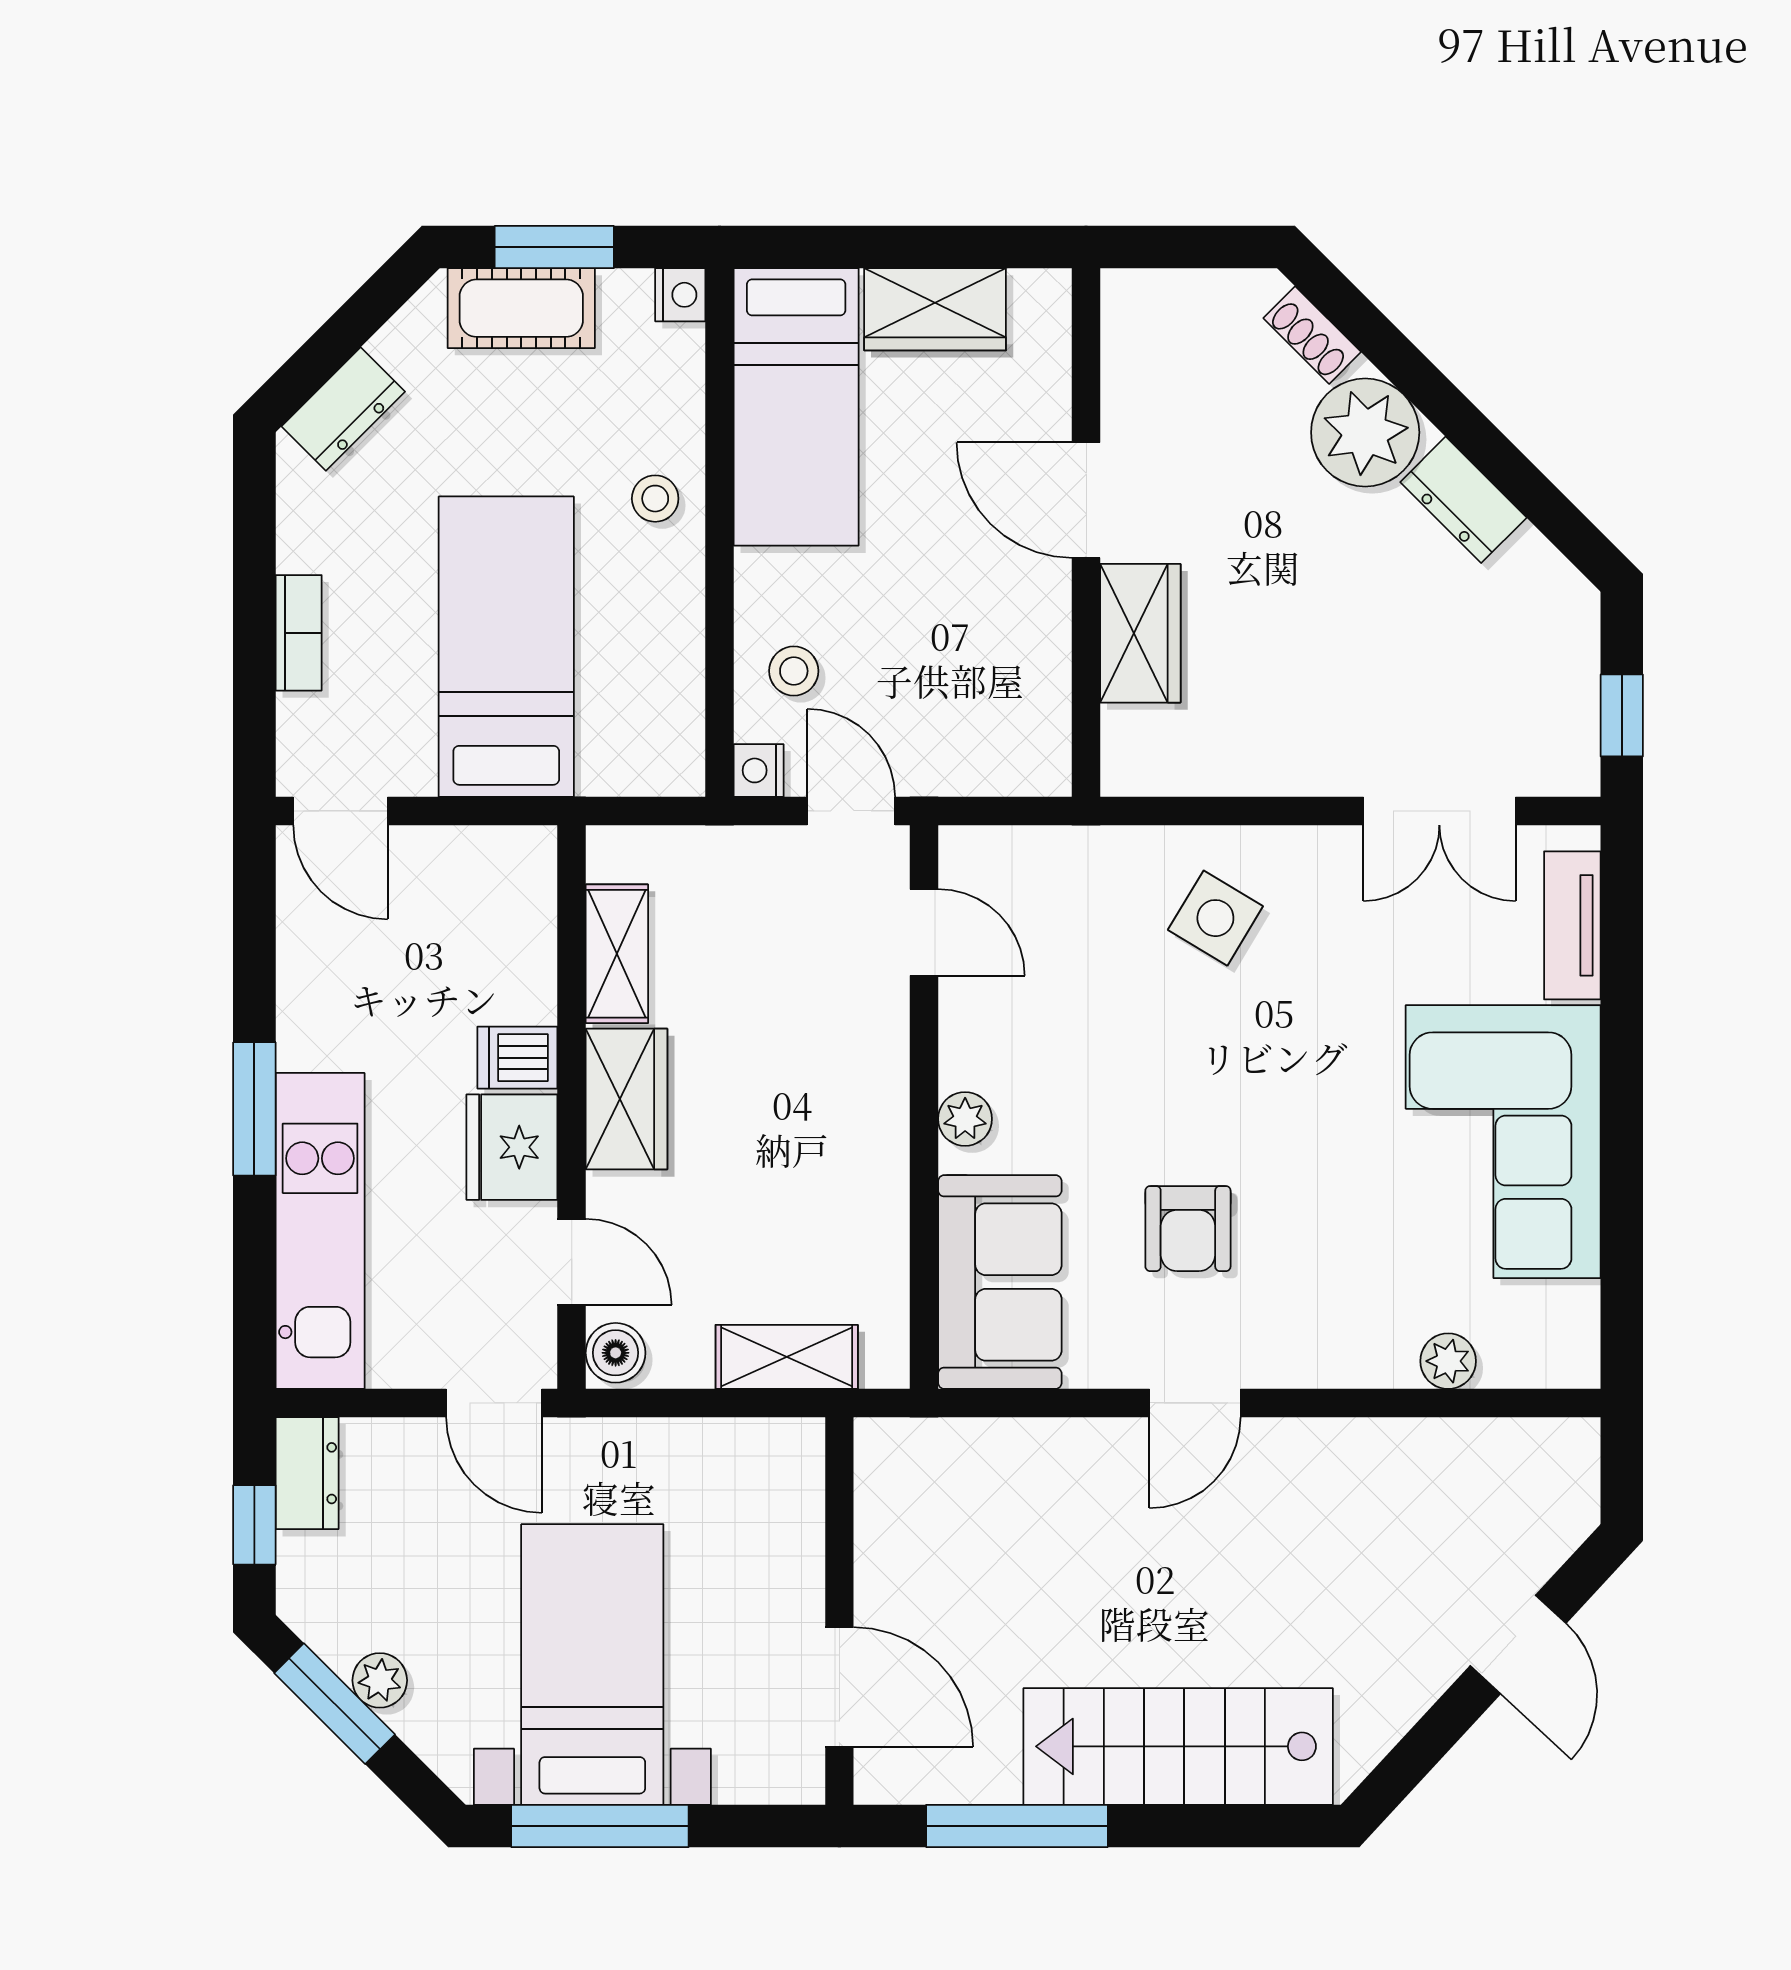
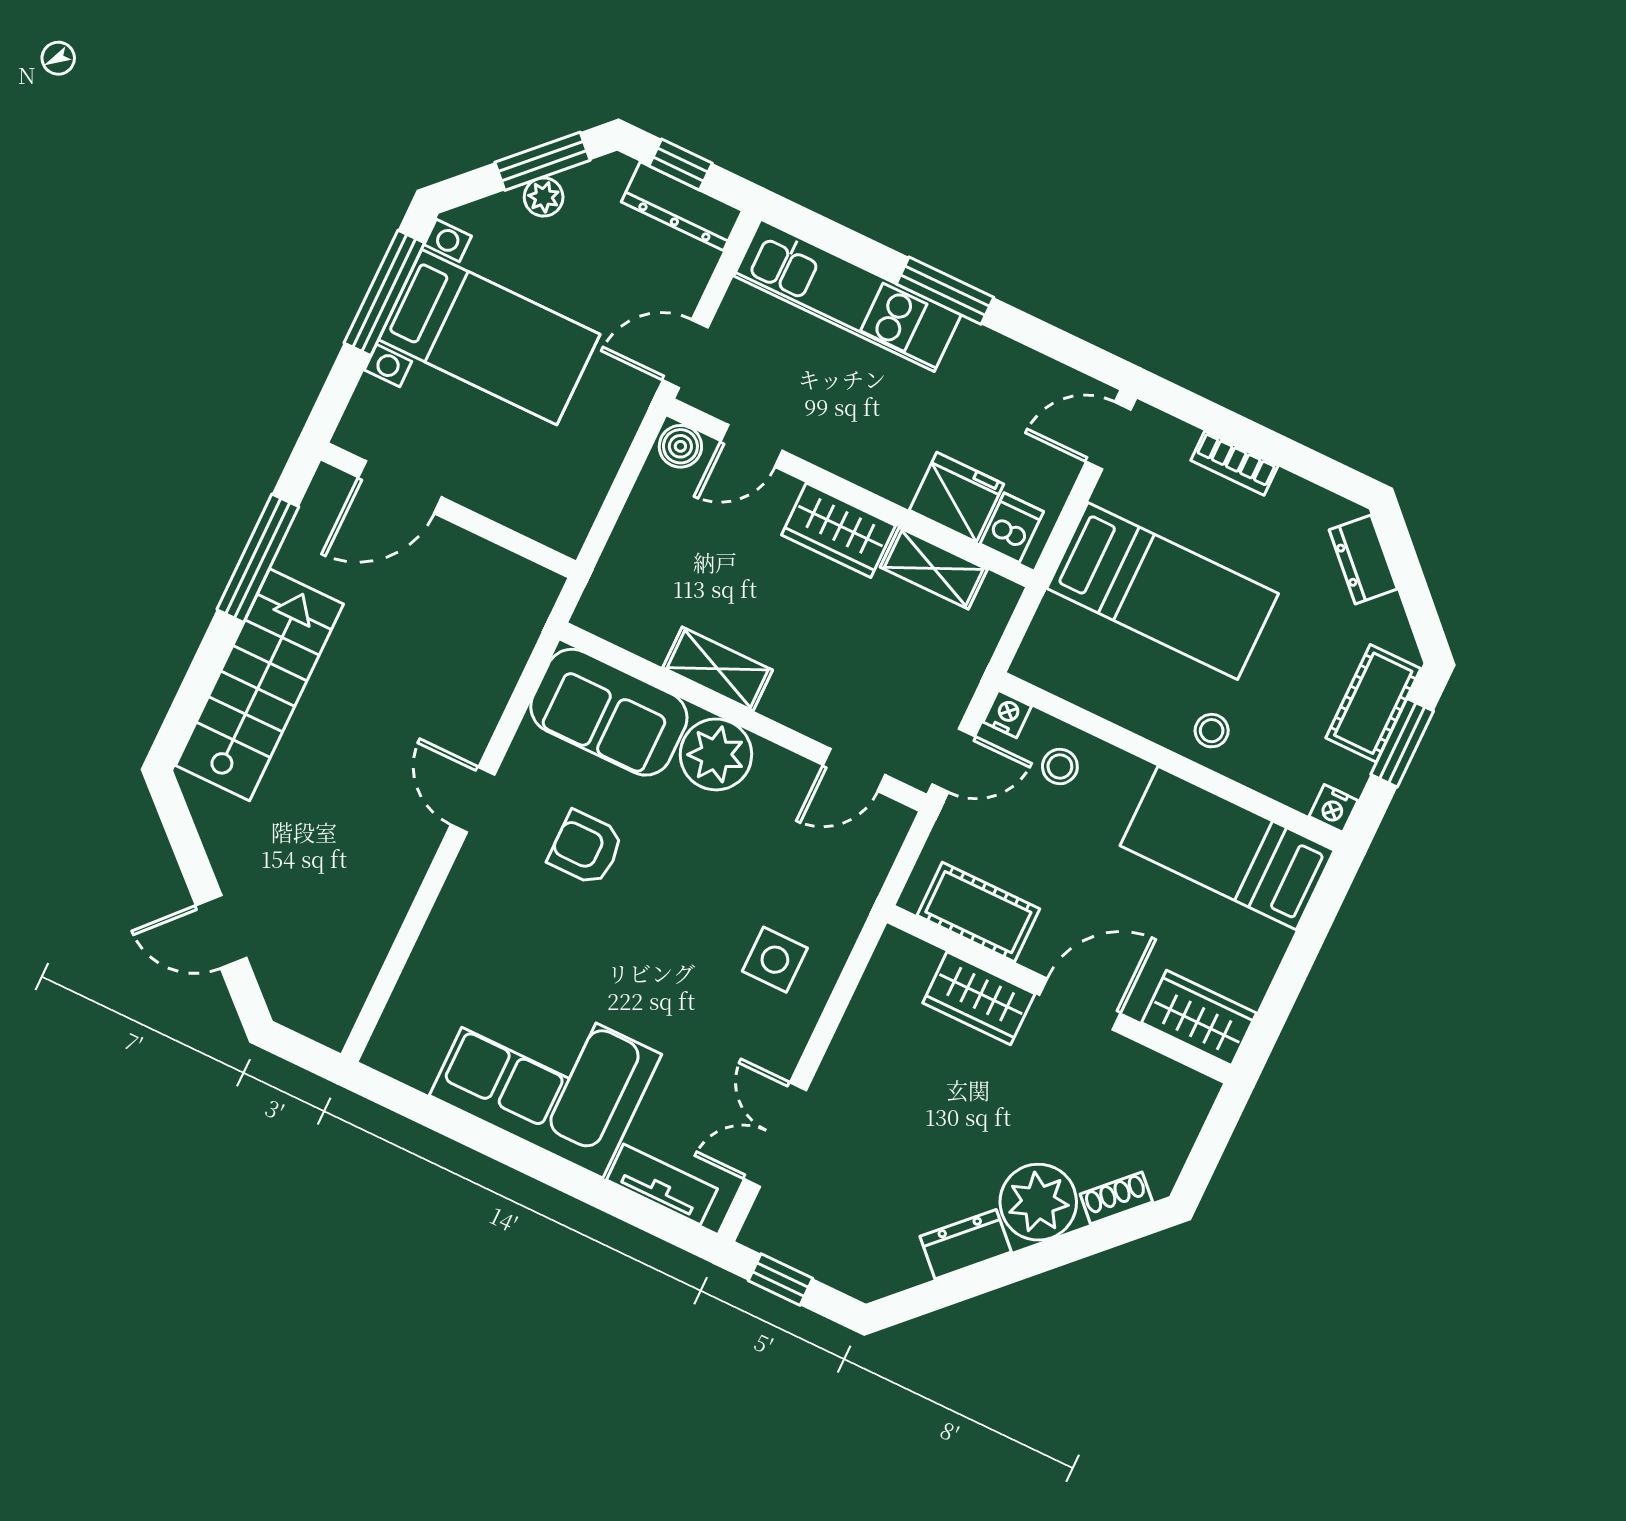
wardrobe: (935, 309) -> (1199, 1018), moved, turned 90
cot: (1030, 686) -> (978, 912), added
side table: (1215, 918) -> (775, 960), turned -31
dishwasher: (517, 1058) -> (1012, 528), moved
plant: (965, 1119) -> (716, 754), width x1.87, depth x1.87
fridge: (512, 1147) -> (956, 497), moved
shelving: (787, 1357) -> (718, 669), moved, turned 90
plant: (1448, 1361) -> (423, 973), removed
dresser: (307, 1473) -> (682, 206), width x1.44

